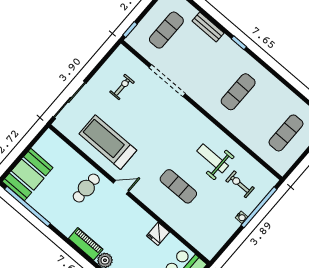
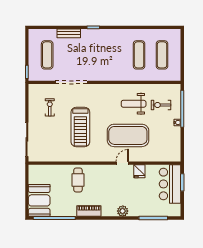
exercise mat: (238, 92) -> (139, 55), moved
treadmill: (108, 142) -> (80, 127), moved, turned -90
exercise mat: (178, 186) -> (128, 135), width x2.00, depth x1.45
door: (121, 187) -> (122, 163), moved
piano: (86, 244) -> (89, 211), moved

